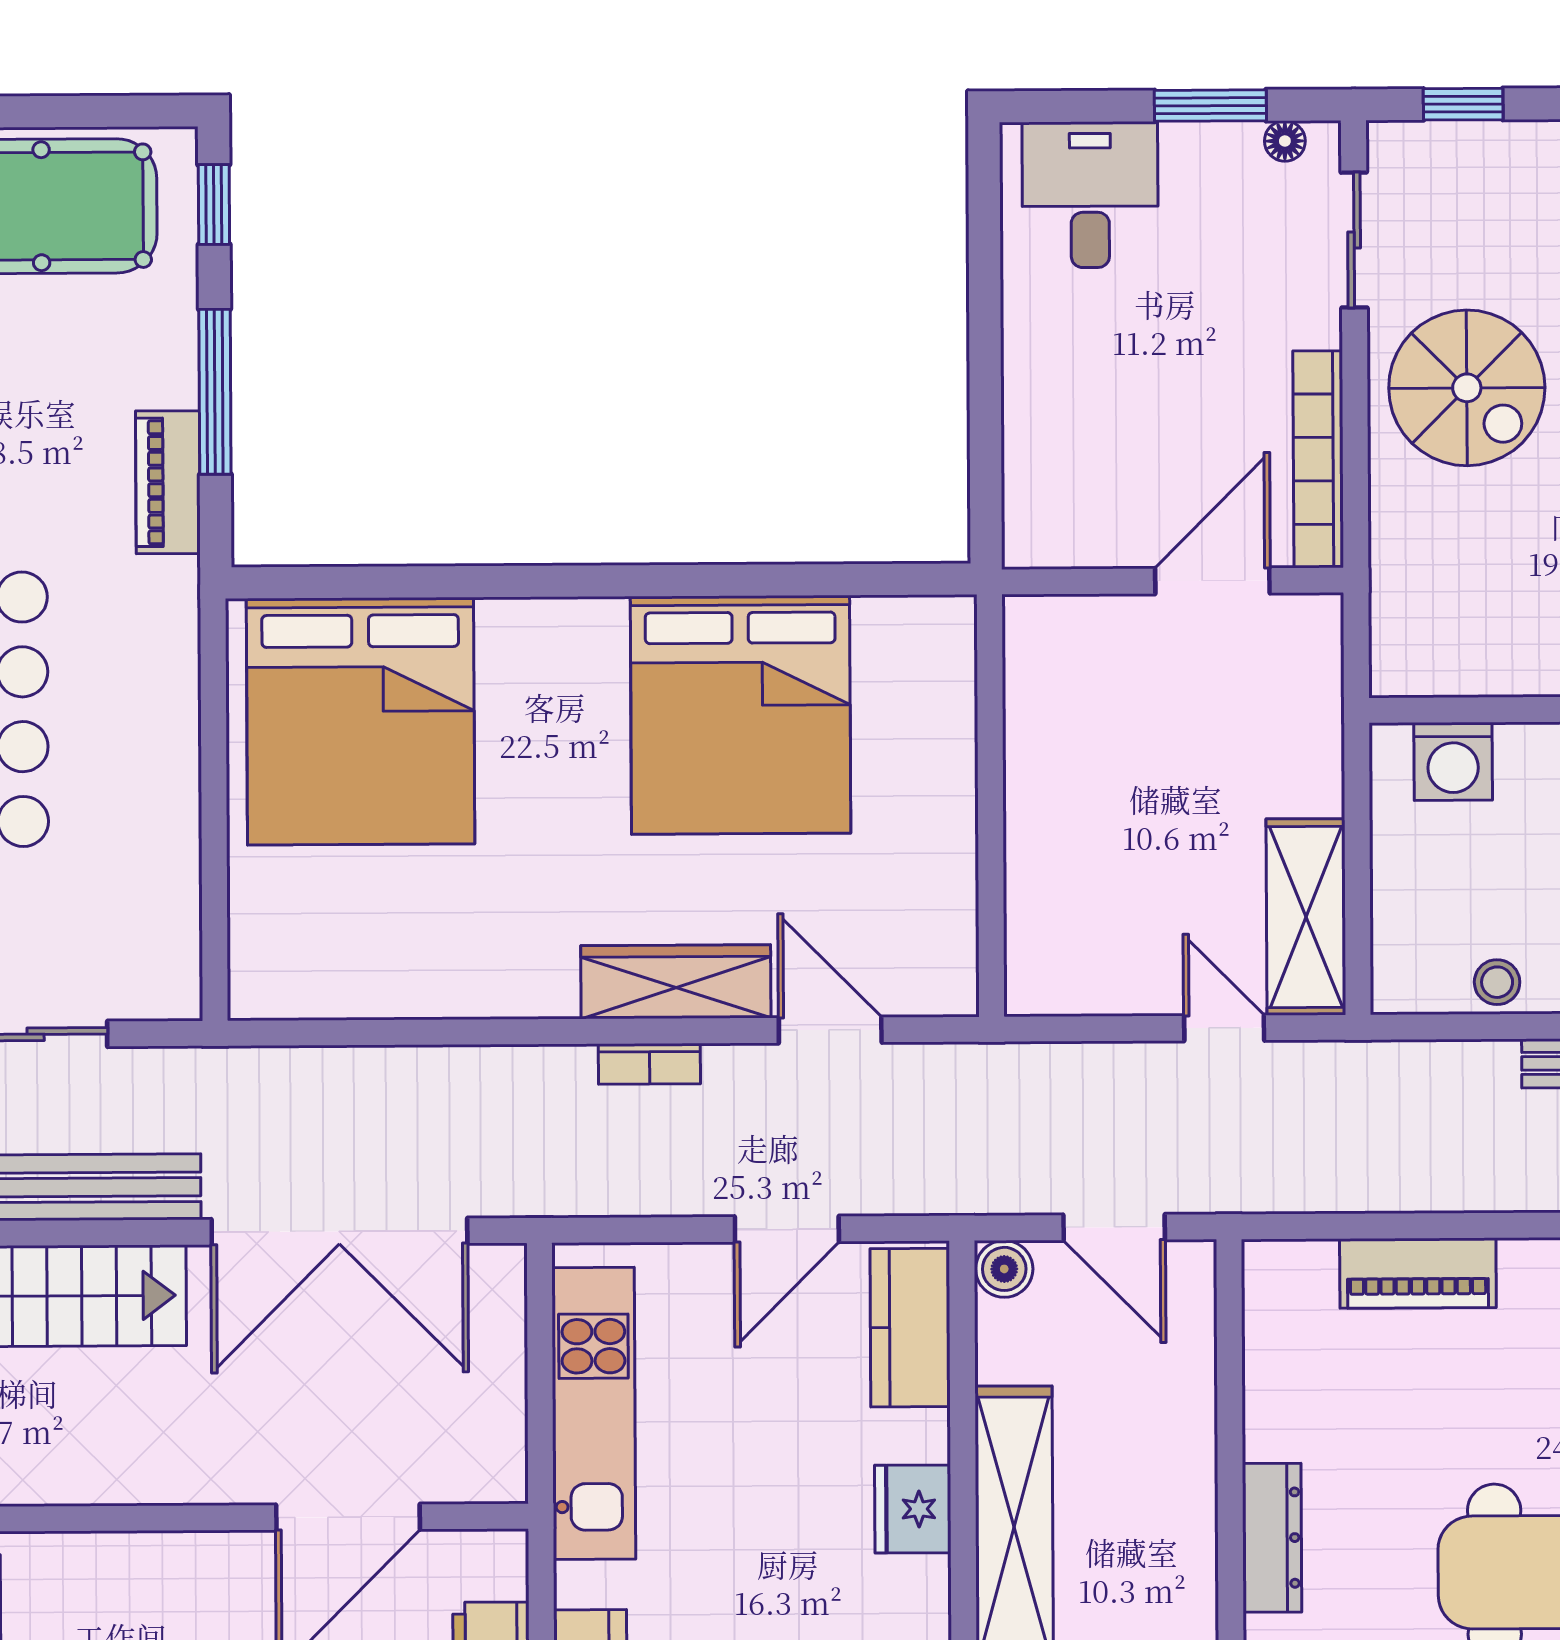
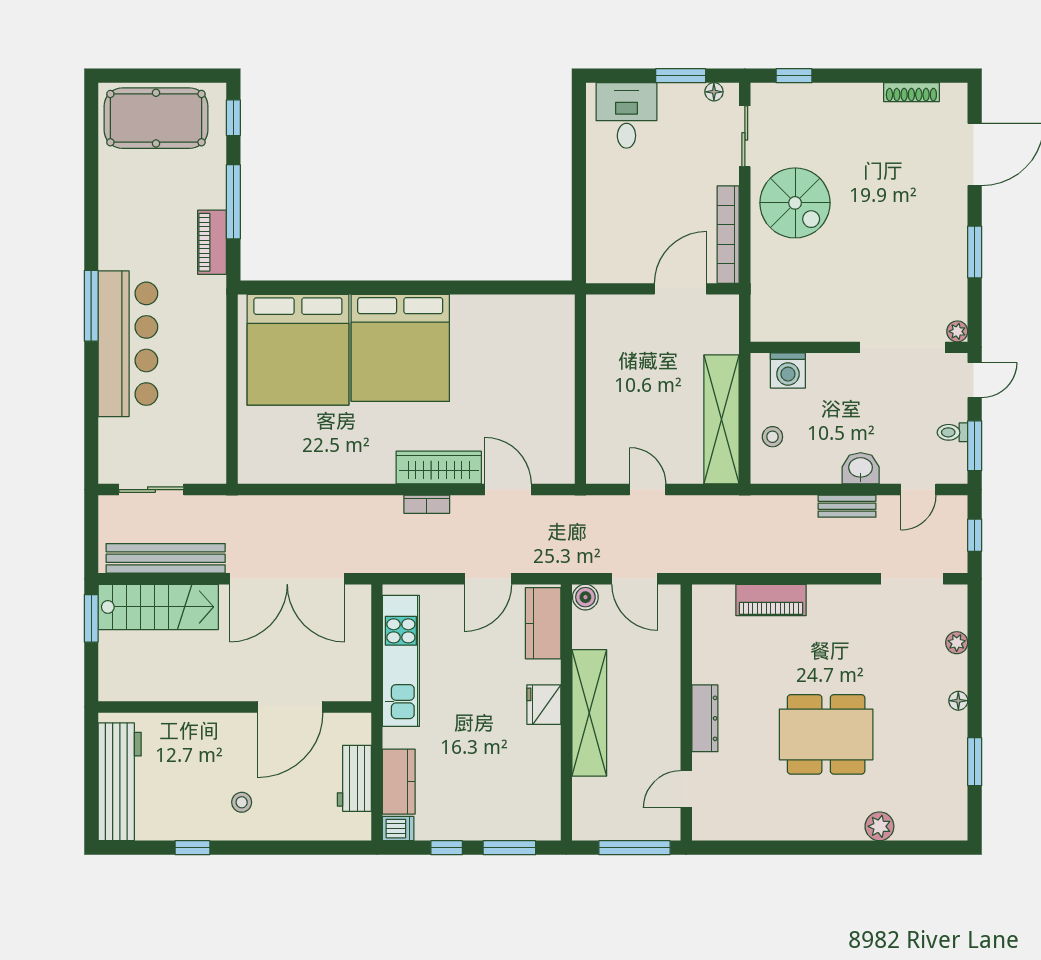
bed: (741, 715) -> (400, 348), moved
shelving: (1306, 917) -> (722, 419), width x1.47
stool: (1497, 982) -> (772, 437), moved
door: (1224, 1028) -> (648, 490), moved

